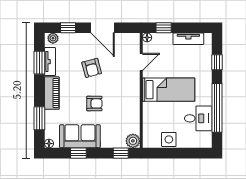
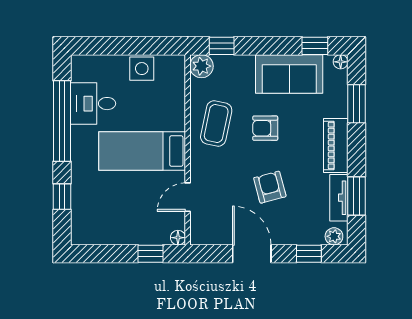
tv unit: (188, 39) -> (109, 235), removed
coffee table: (124, 106) -> (216, 123), added
window: (78, 153) -> (315, 46), moved

